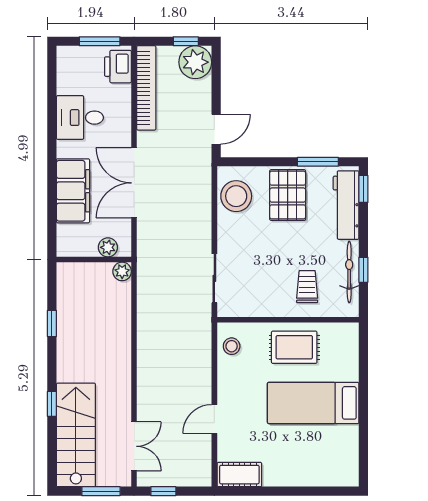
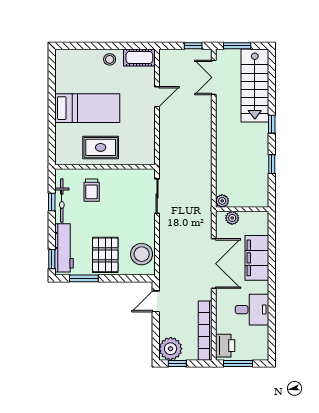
stool: (232, 346) -> (110, 59), moved
window: (52, 404) -> (272, 124), moved

